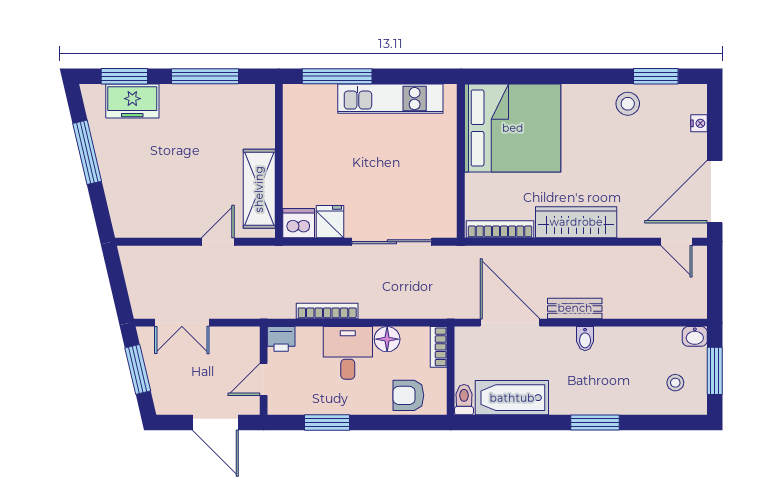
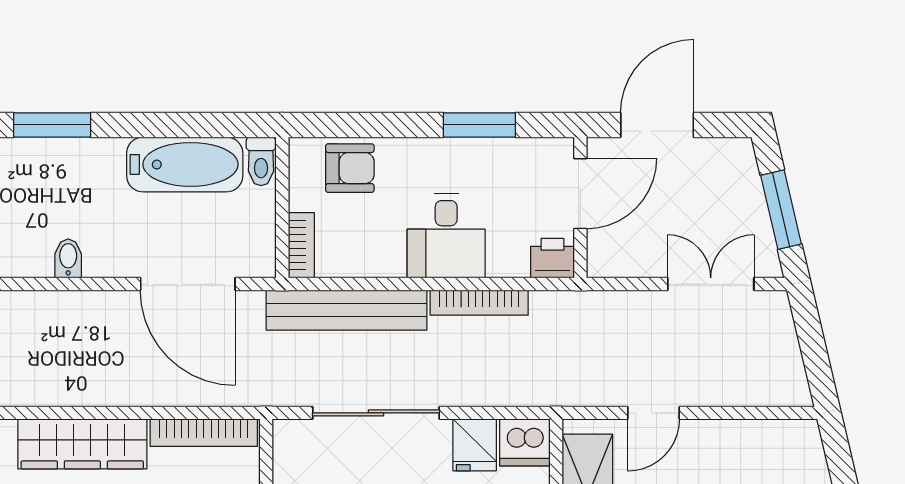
bench: (575, 308) -> (346, 310), moved, width x1.86, depth x1.21
floor lamp: (387, 339) -> (384, 258), removed
door: (264, 379) -> (580, 194), width x1.38
door: (215, 422) -> (657, 125), hinge flipped

